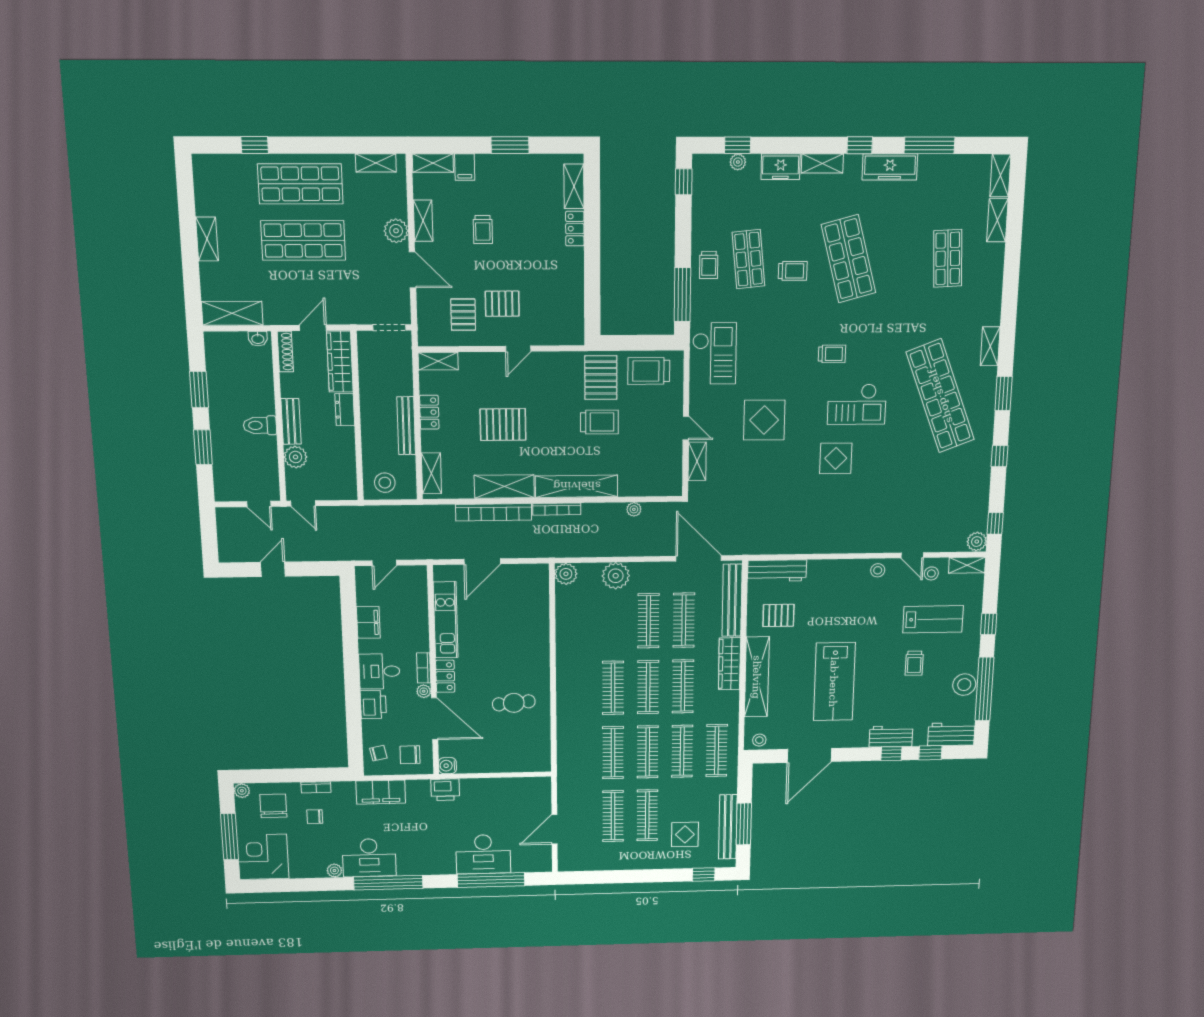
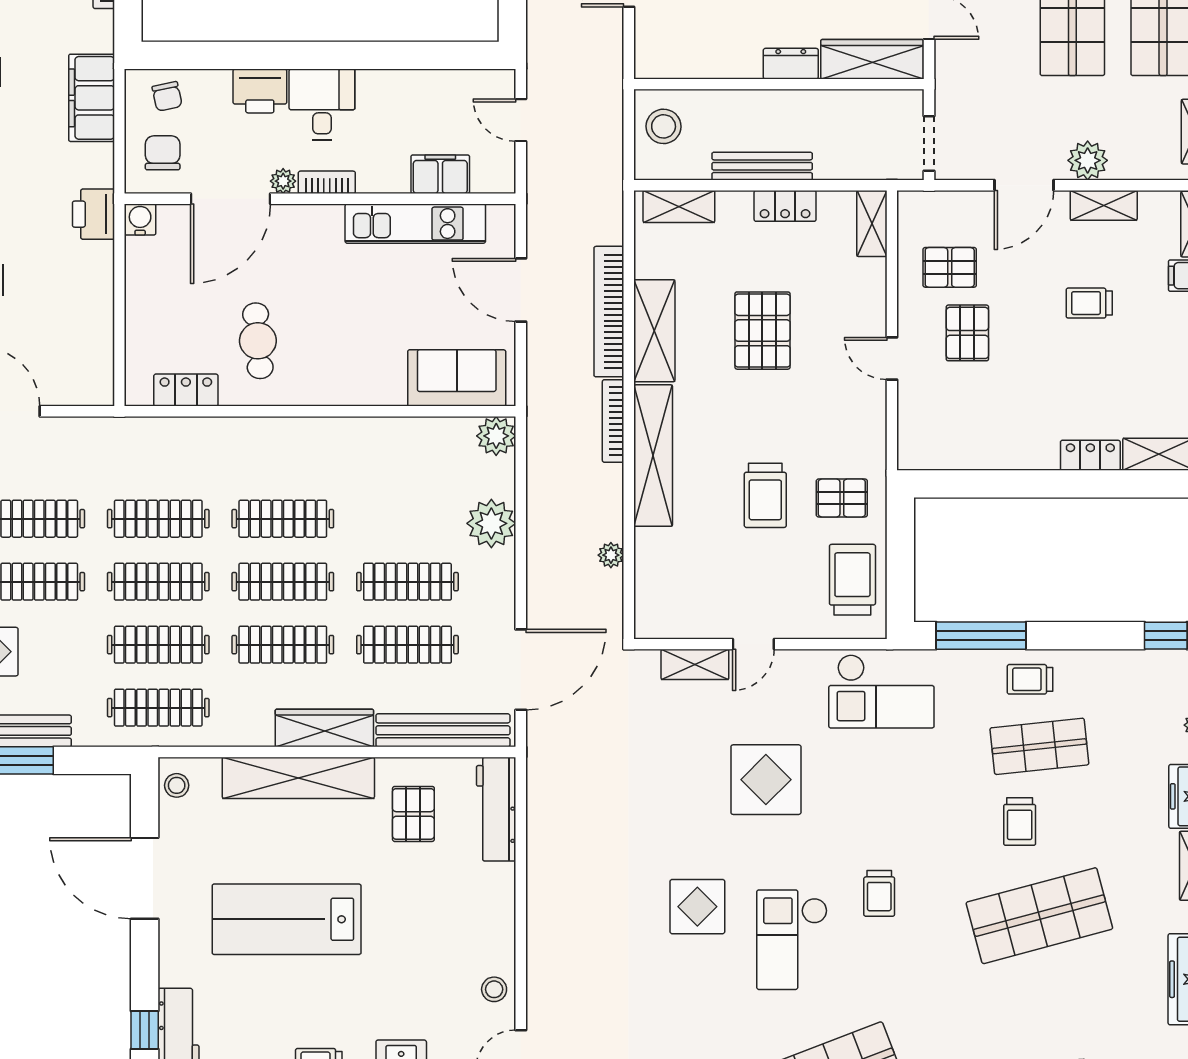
pallet: (601, 378) -> (842, 498), width x0.67, depth x0.71
sofa: (533, 596) -> (457, 378), added
filing cabinet: (368, 622) -> (440, 174), moved, turned 180
locker: (445, 676) -> (186, 390), moved, turned 180

